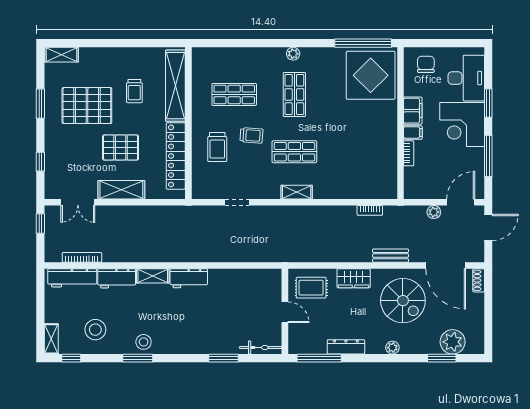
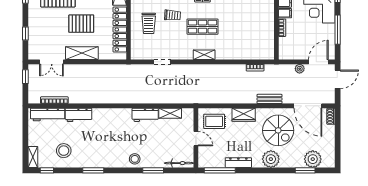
shelving: (153, 276) -> (170, 113), moved
workbench: (189, 278) -> (145, 115), moved
stool: (144, 342) -> (135, 159), moved
plant: (392, 348) -> (271, 159), width x1.87, depth x1.87

